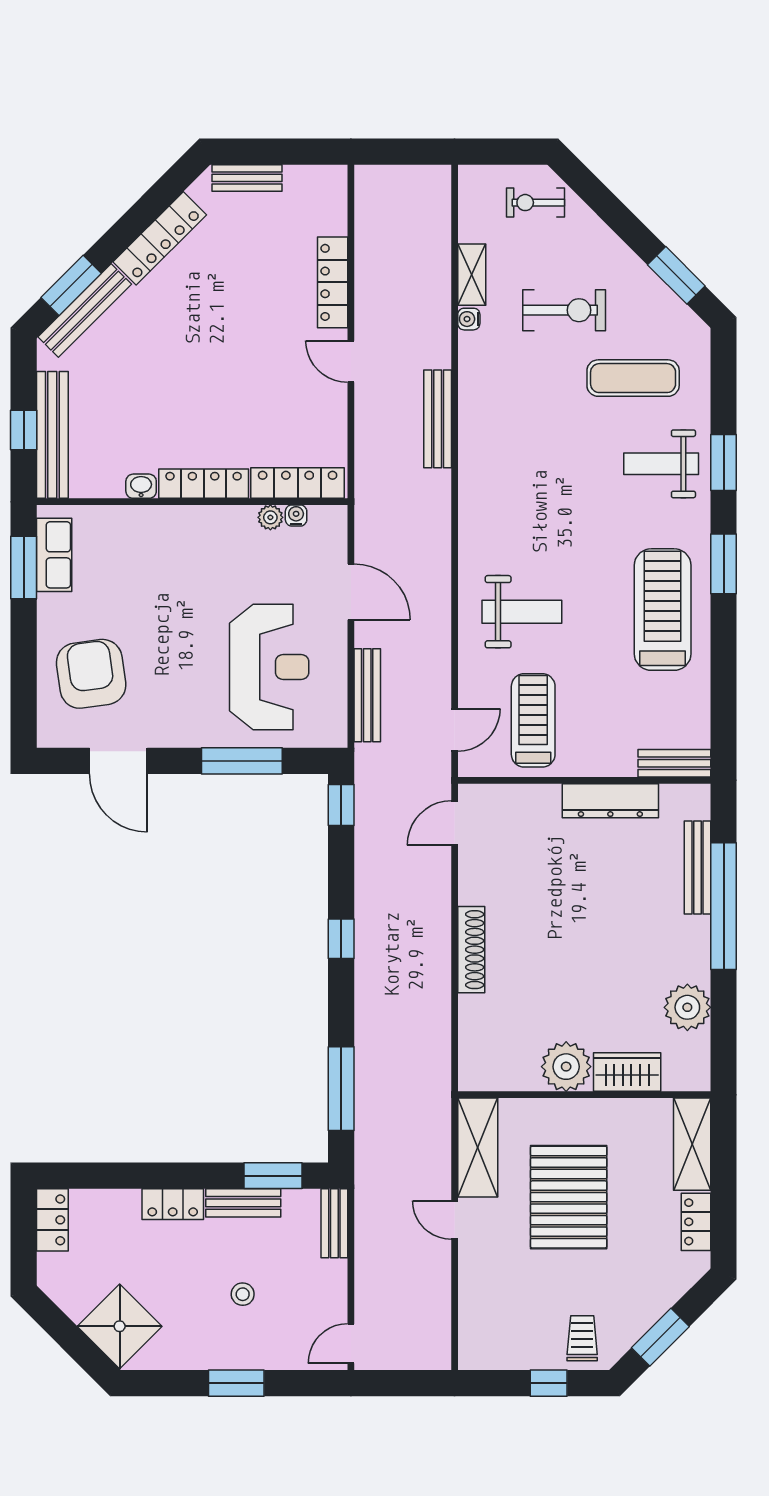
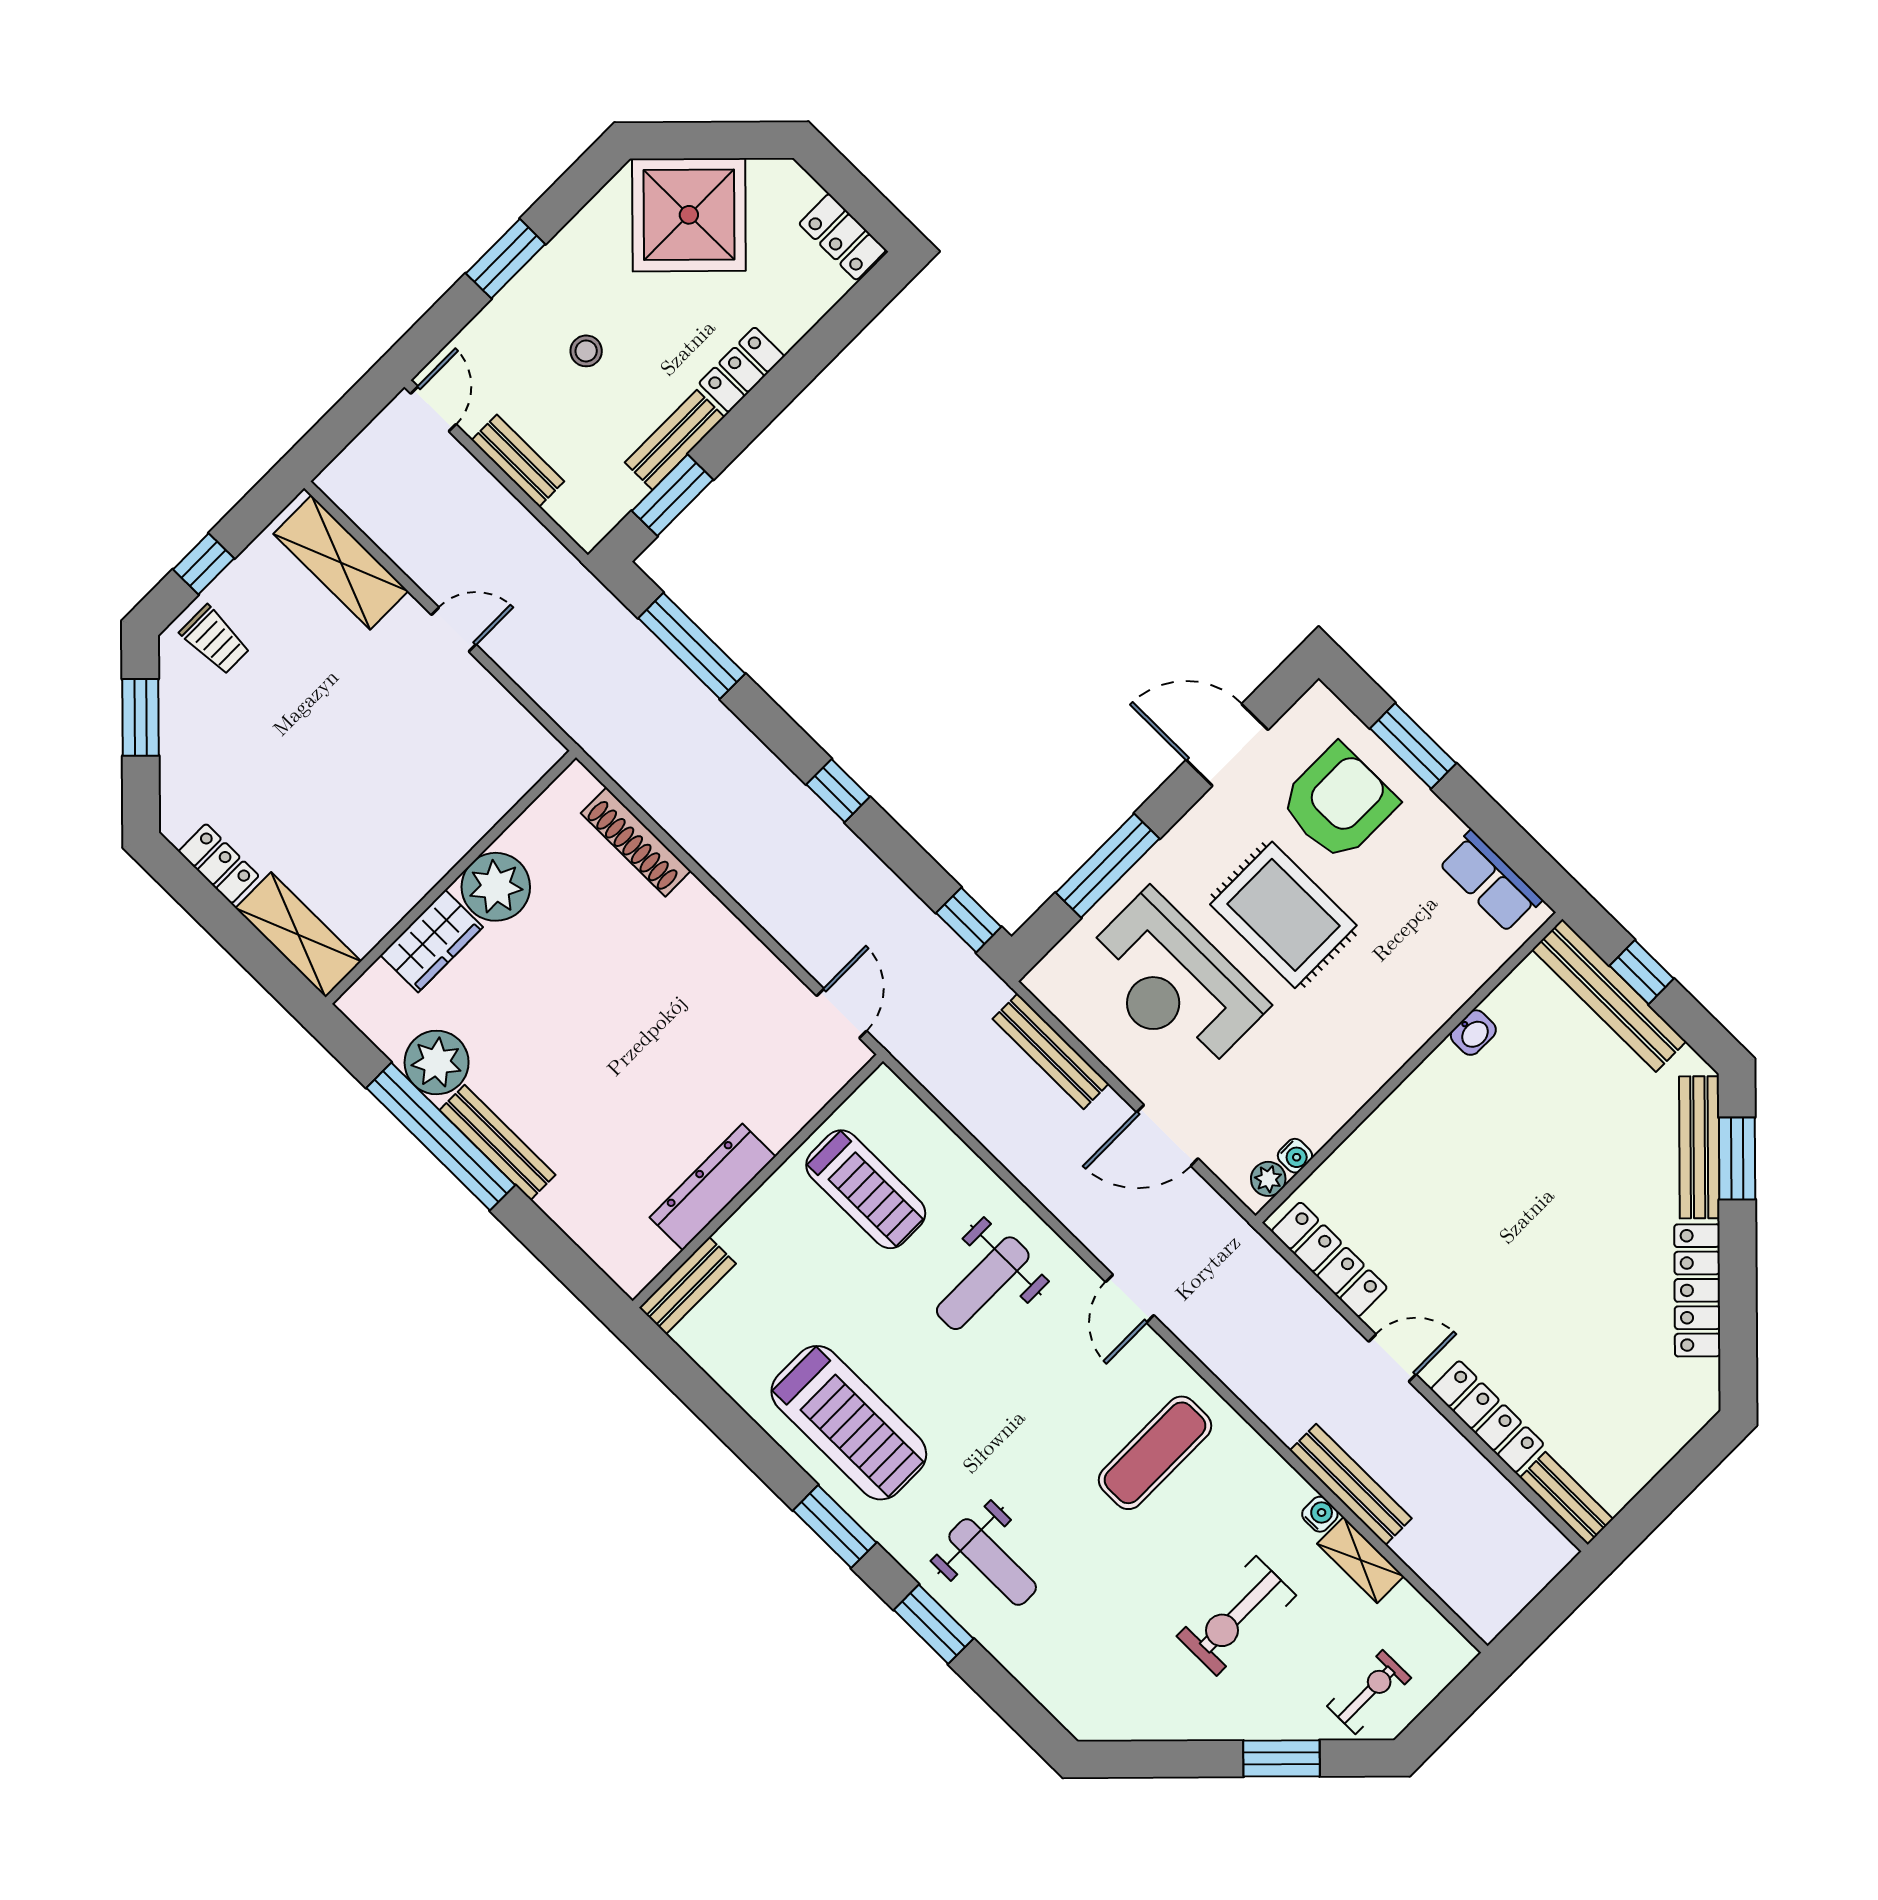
bench: (247, 178) -> (1567, 1498), moved, turned 90
window: (676, 275) -> (1281, 1758), moved
exercise mat: (633, 378) -> (1155, 1453), moved
bench: (438, 419) -> (1351, 1484), moved
weight bench: (661, 464) -> (993, 1562), turned 90
locker: (298, 483) -> (1329, 1259), moved, turned -90
locker: (204, 484) -> (1416, 1096), removed
plant: (270, 517) -> (1268, 1179), moved
window: (24, 568) -> (1413, 746), moved
rug: (177, 645) -> (1283, 915), added
armchair: (91, 674) -> (1338, 802), turned -82
door: (455, 730) -> (1130, 1299), moved
bench: (697, 867) -> (497, 1142), moved
window: (724, 906) -> (441, 1136), moved
shoe rack: (471, 950) -> (636, 842), moved
shelving: (478, 1148) -> (341, 562), moved
pallet: (569, 1197) -> (366, 763), removed
bench: (334, 1223) -> (518, 461), moved
shower: (120, 1326) -> (689, 215), width x1.37, depth x1.37

